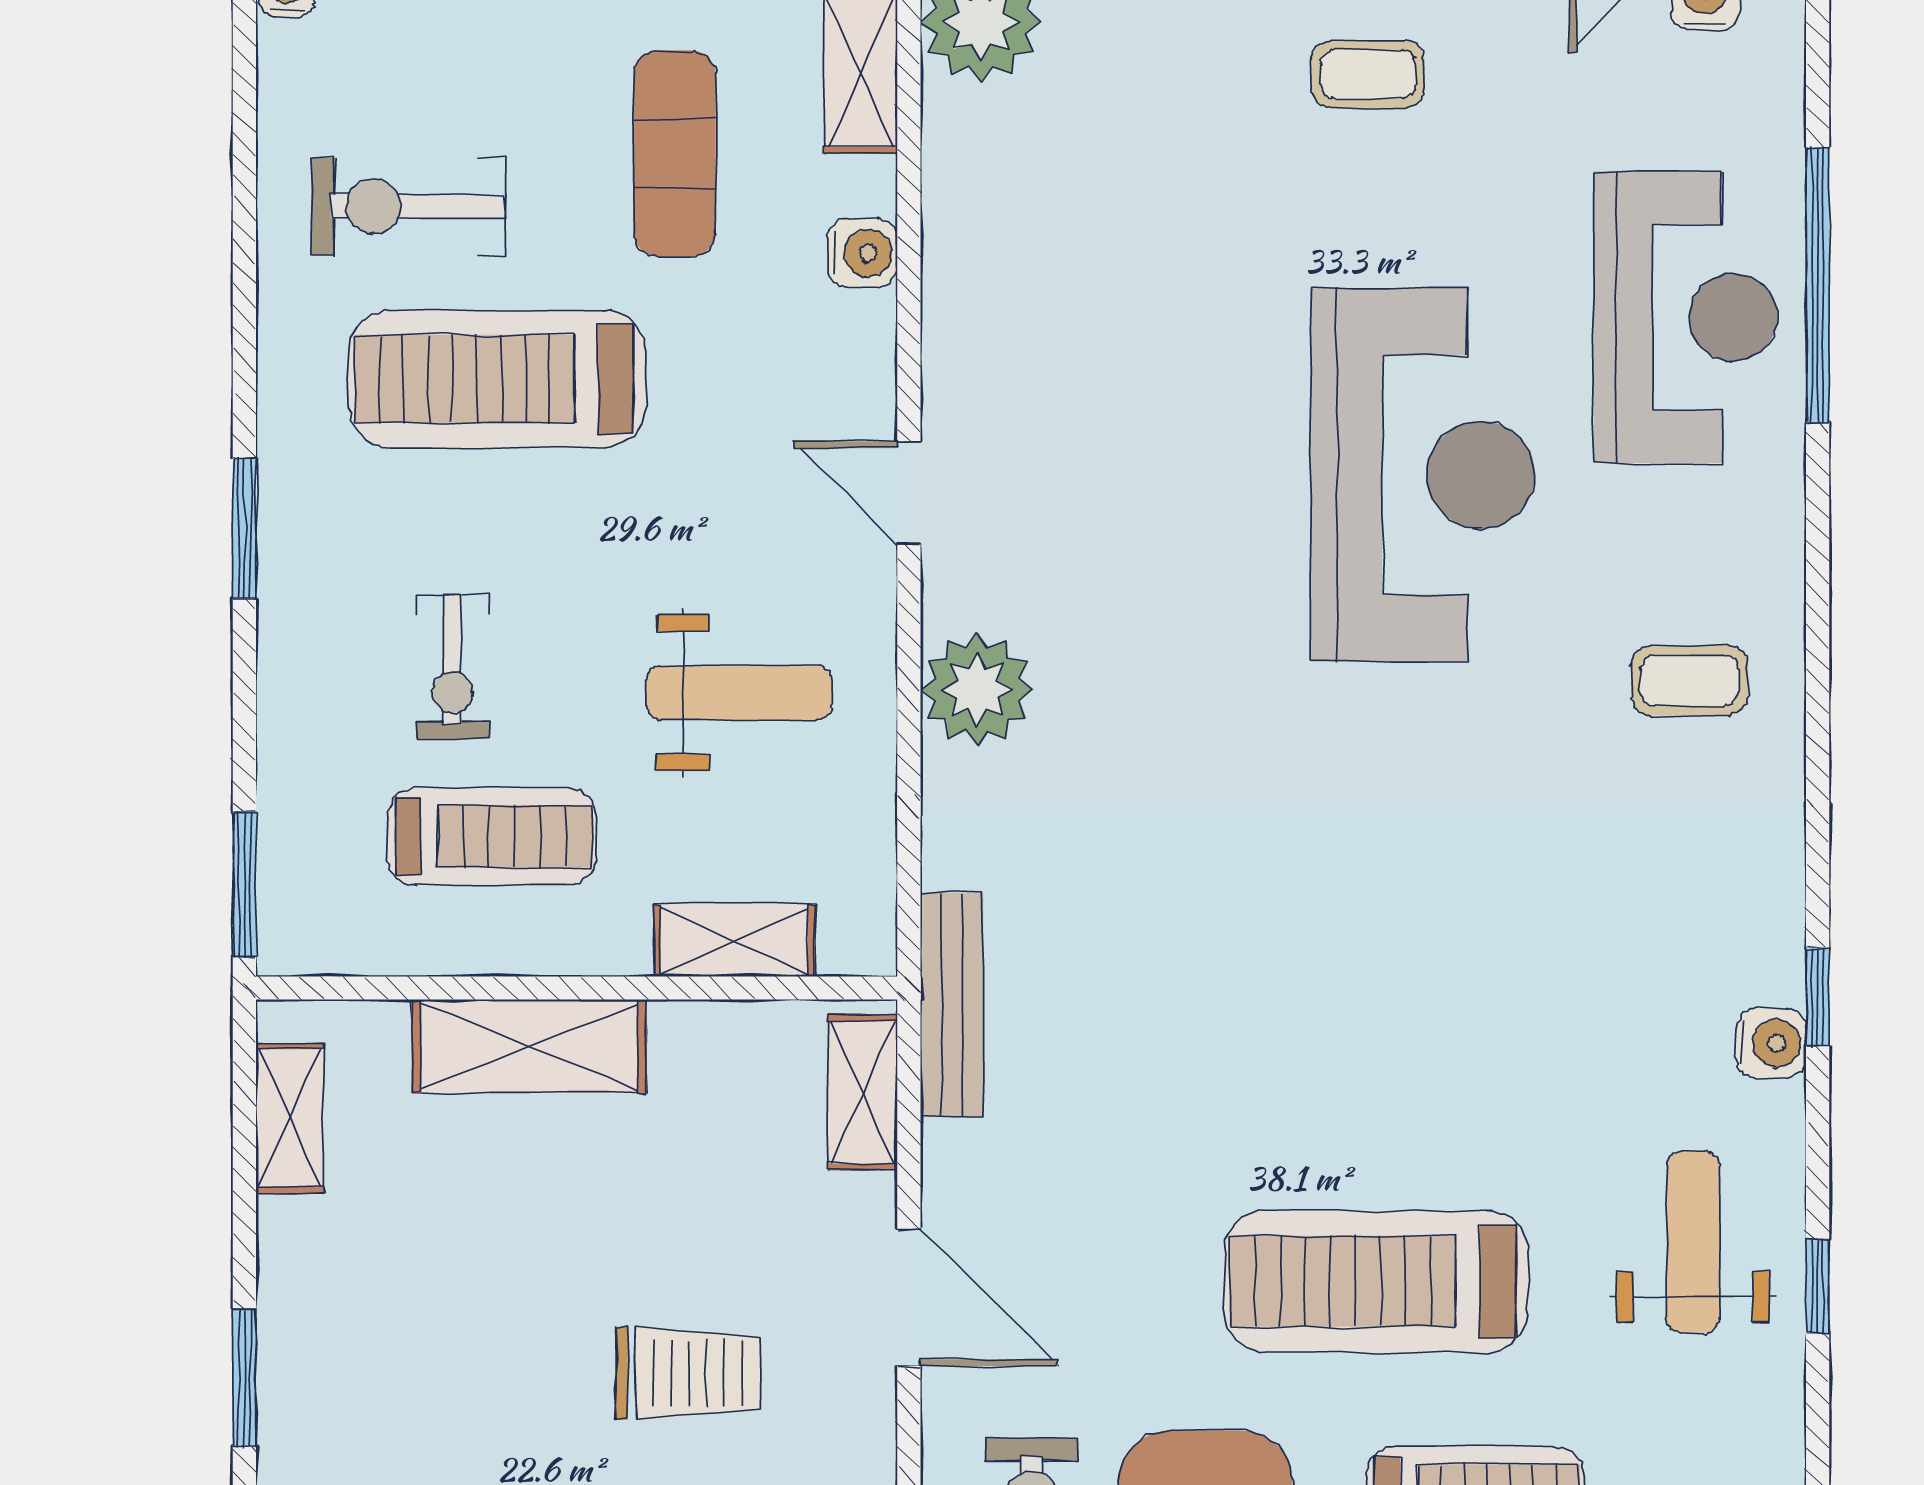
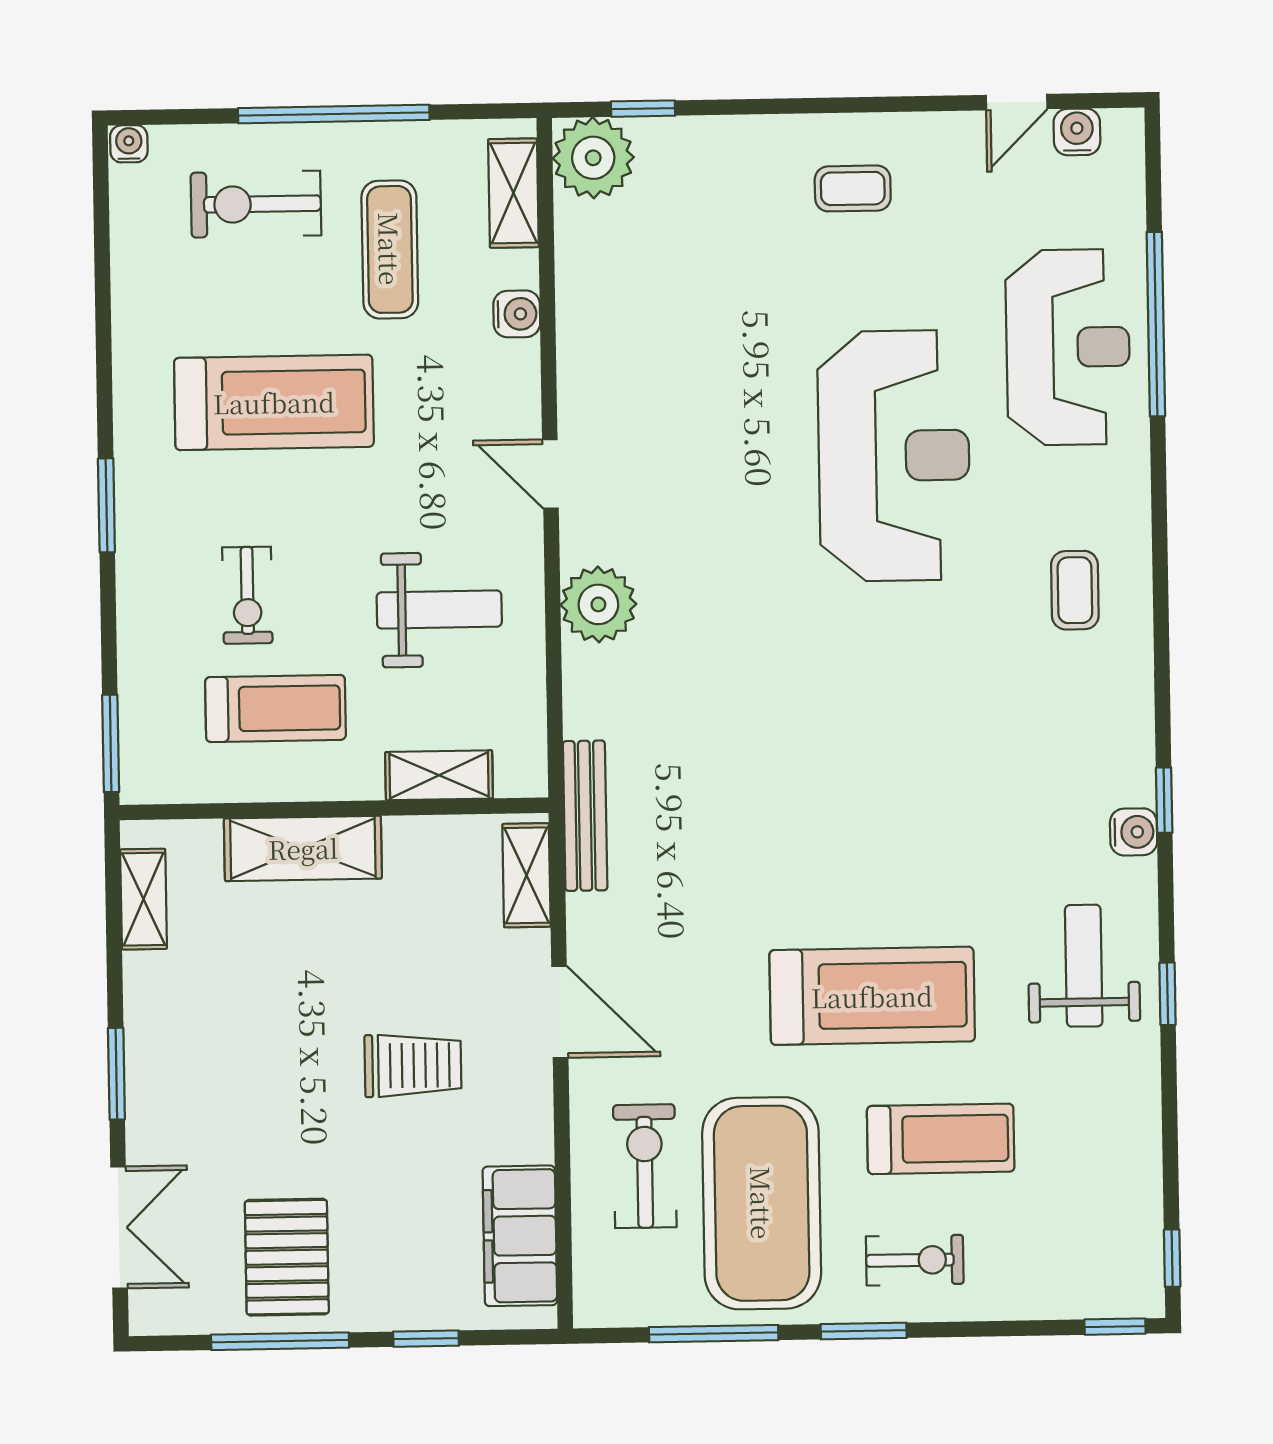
exercise bike: (408, 206) -> (256, 204), moved
treadmill: (497, 379) -> (274, 402), turned 180
coffee table: (1690, 680) -> (1075, 590), turned 90
treadmill: (1376, 1281) -> (872, 996), turned 180

